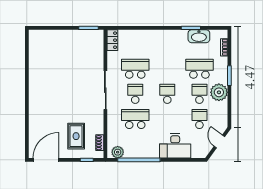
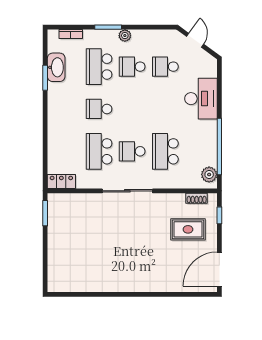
plant: (219, 92) -> (125, 36), width x0.53, depth x0.53
school desk: (167, 94) -> (99, 109), moved
door: (219, 142) -> (195, 40), swing flipped
door: (46, 160) -> (219, 269), hinge flipped

